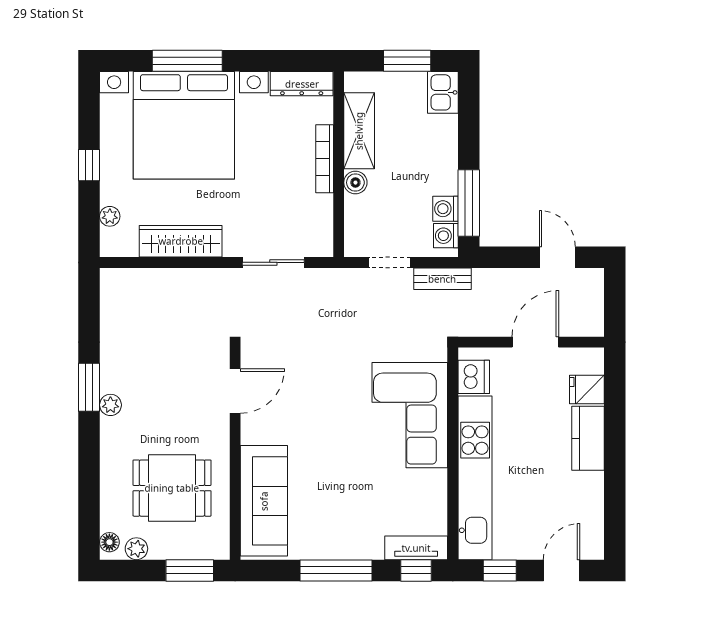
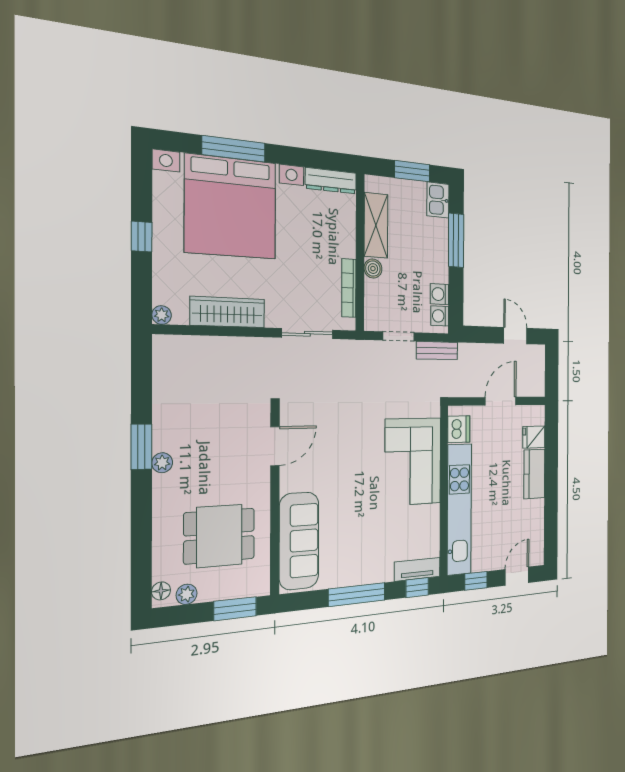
bookcase: (325, 159) -> (349, 288), moved
window: (469, 203) -> (456, 240), moved
plant: (110, 216) -> (162, 315), moved

